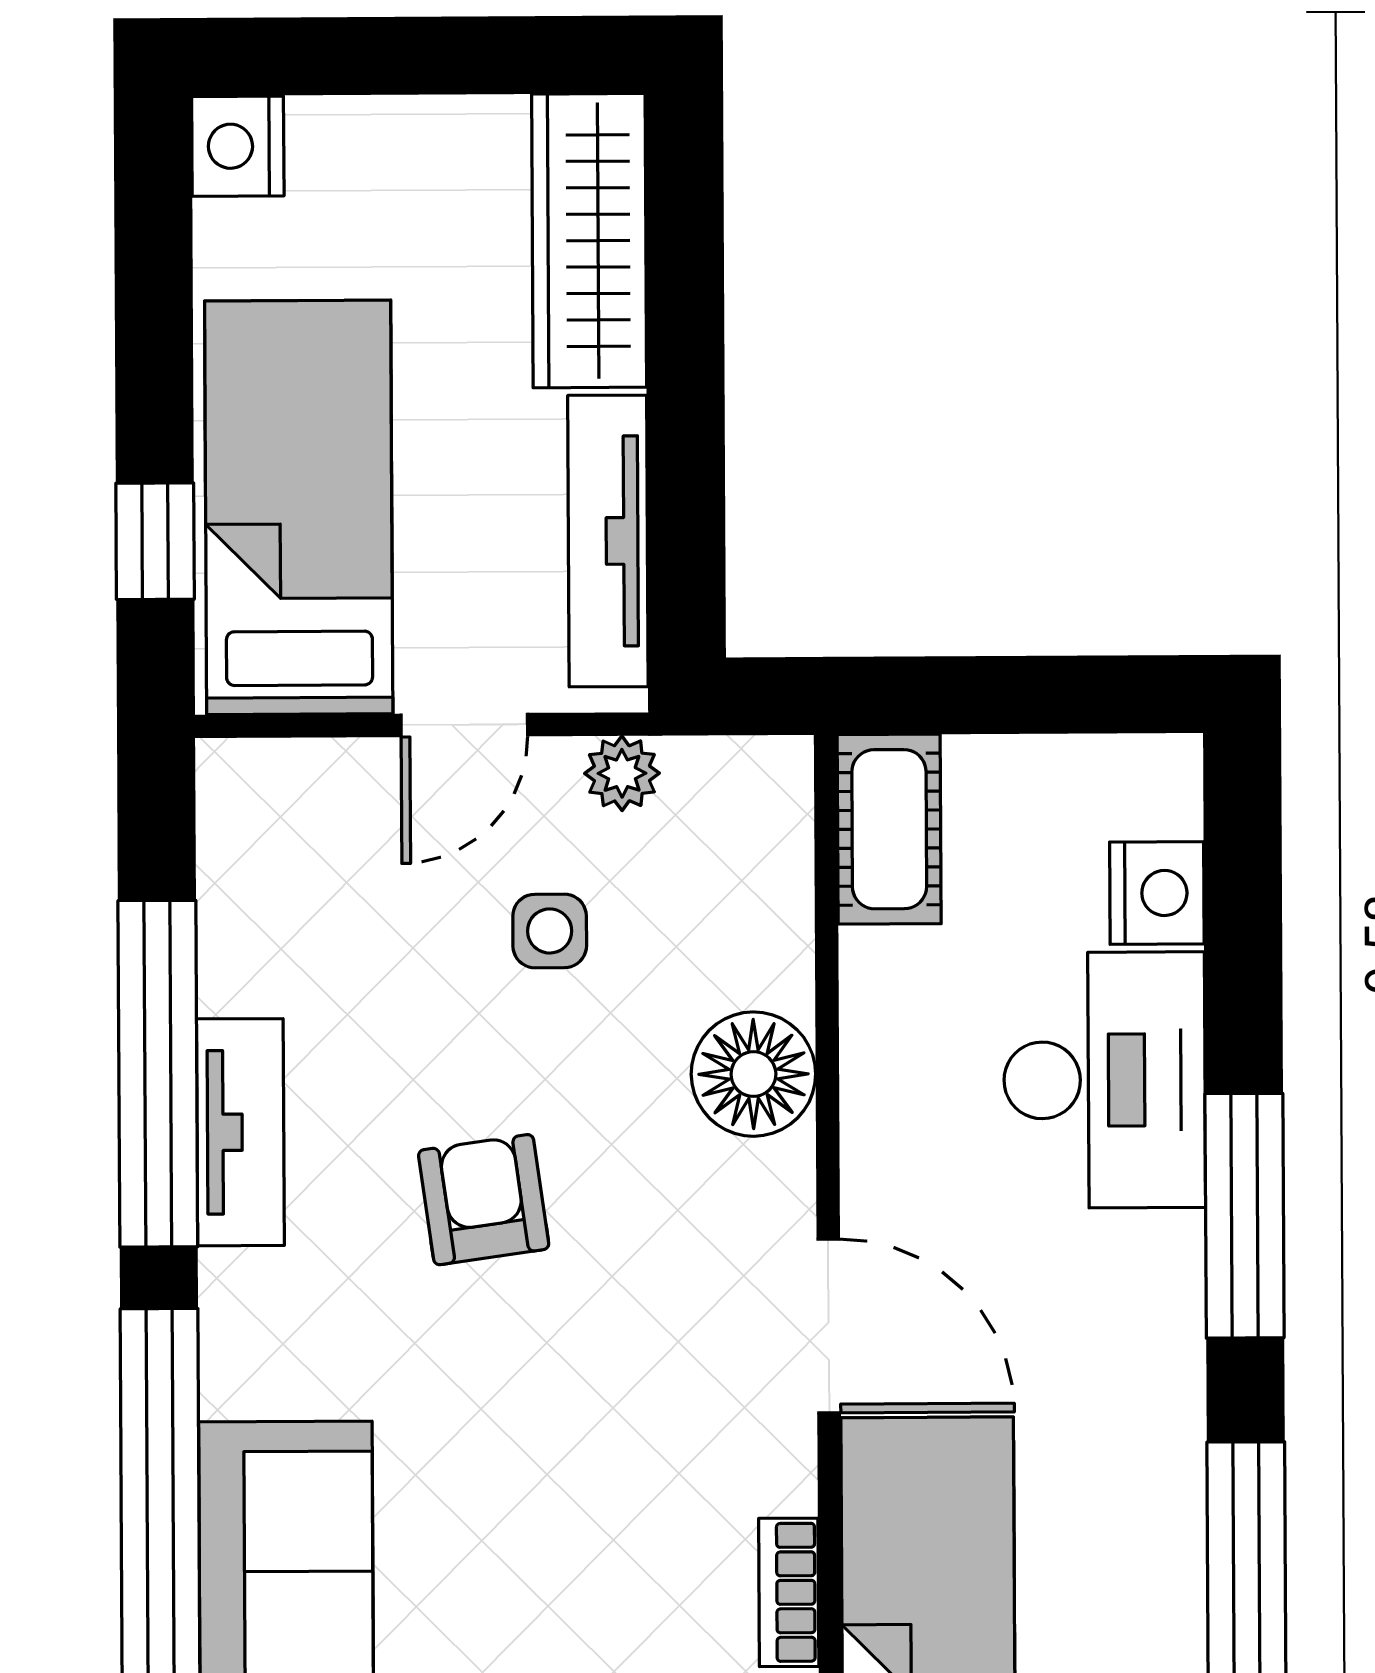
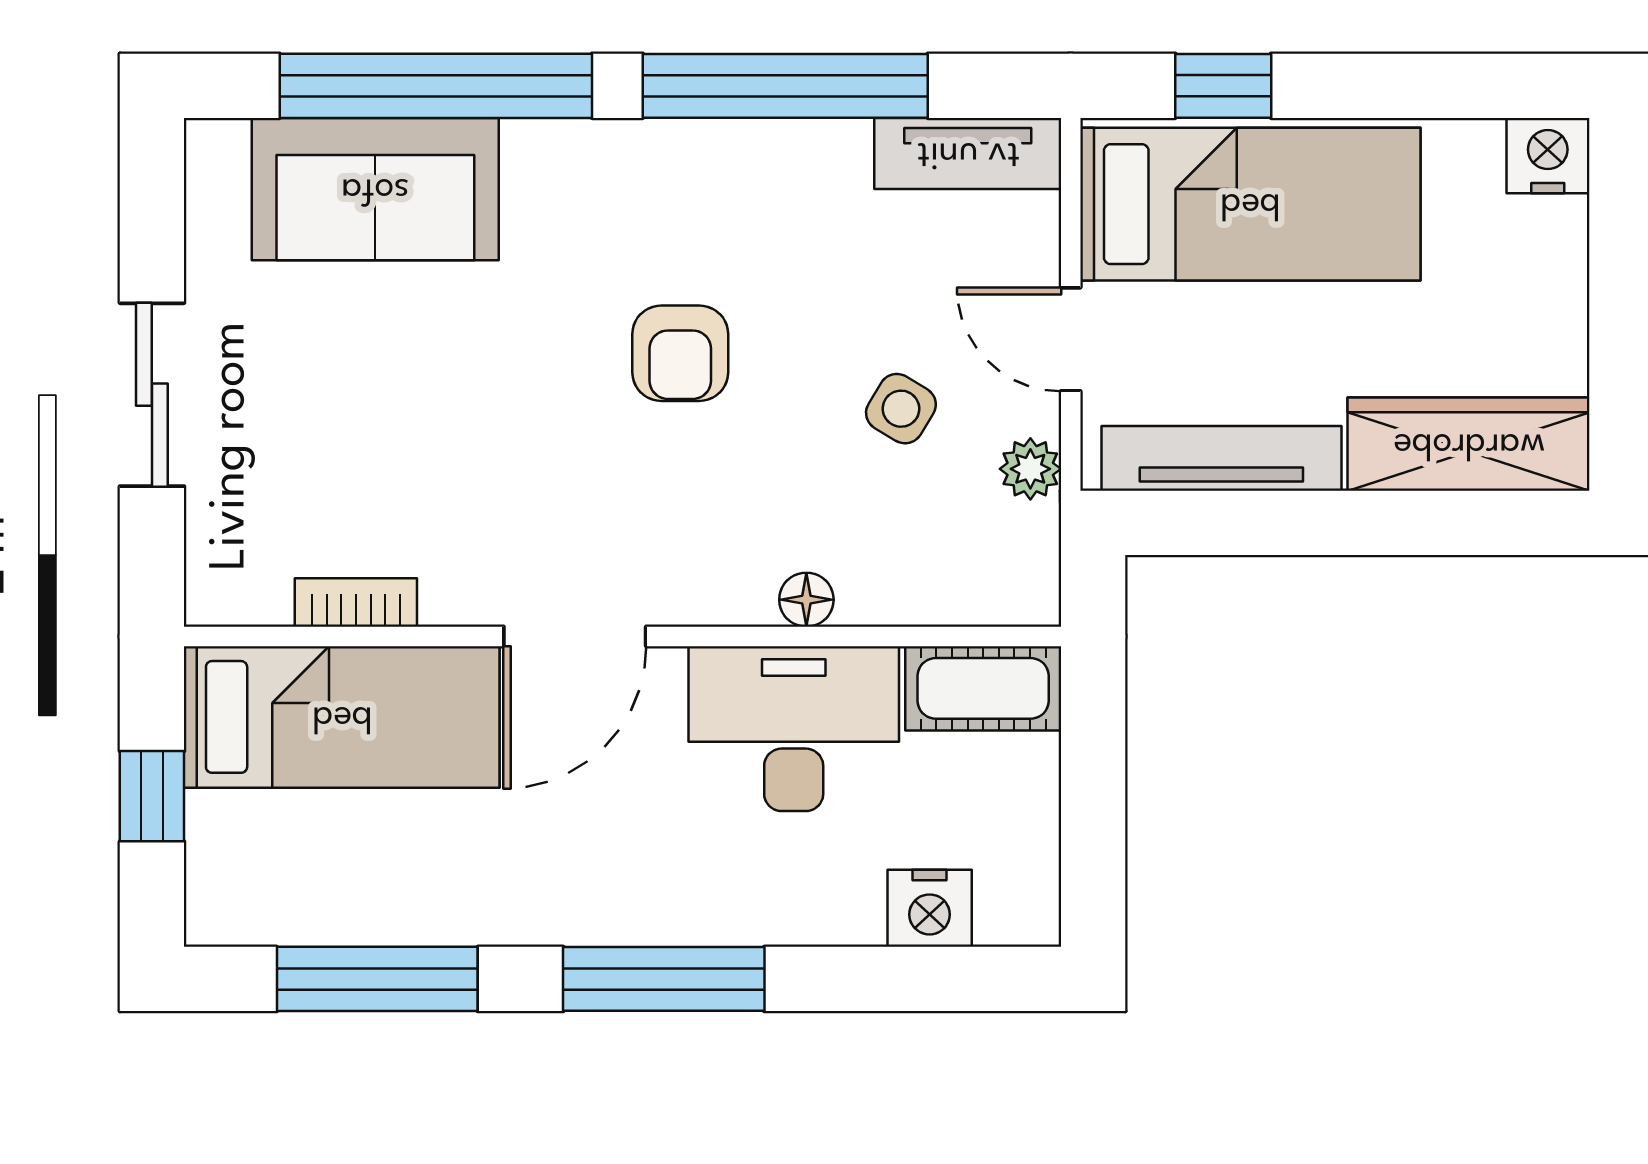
side table: (550, 931) -> (901, 409), turned 31
floor lamp: (753, 1074) -> (806, 600), width x0.53, depth x0.53
desk: (1104, 1080) -> (794, 729), moved, turned 180
tv unit: (240, 1132) -> (968, 153), moved
armchair: (484, 1200) -> (680, 353), turned 98

